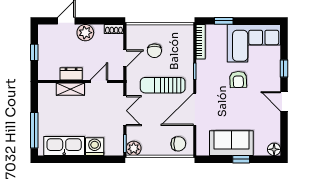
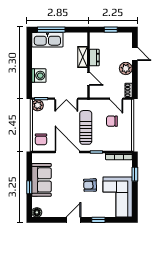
door: (125, 58) -> (116, 99), moved
kitchen sink: (64, 146) -> (47, 40), moved, turned 90

